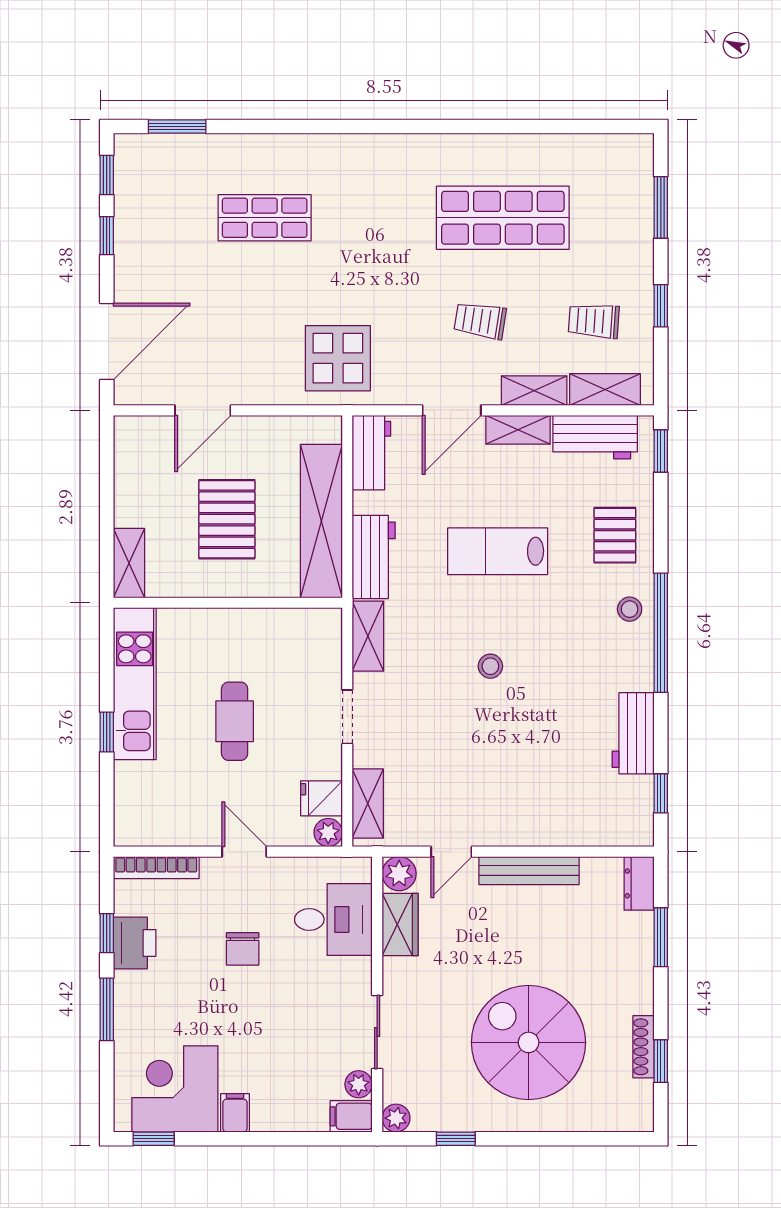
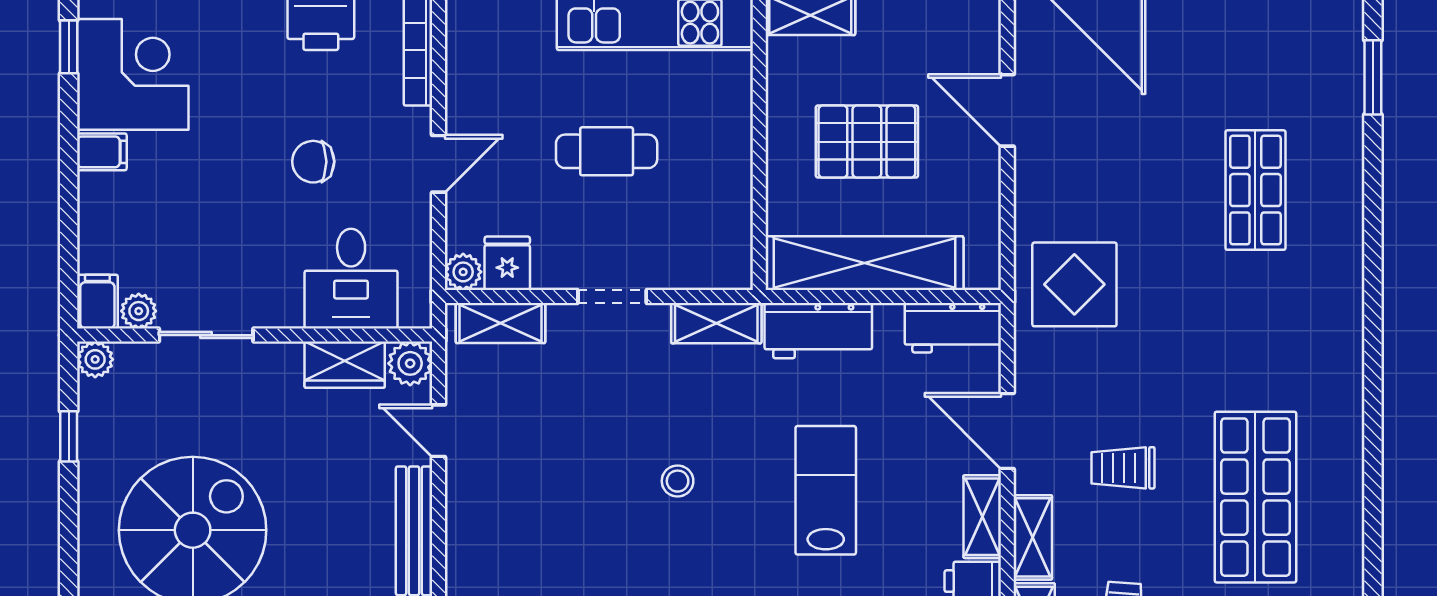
trolley: (480, 320) -> (1123, 468), turned -99

